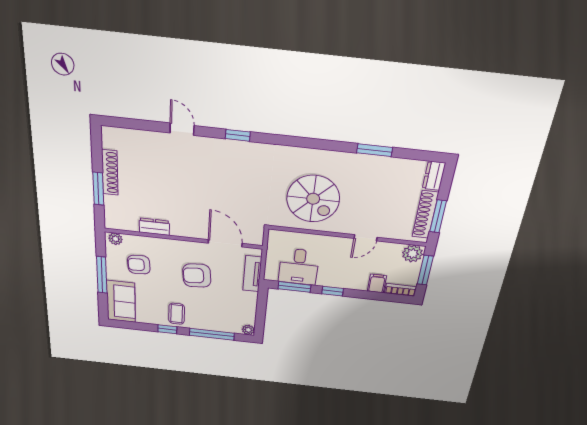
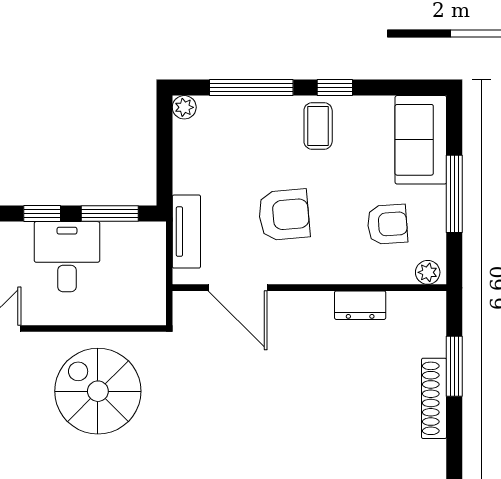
desk: (299, 267) -> (67, 257), moved

